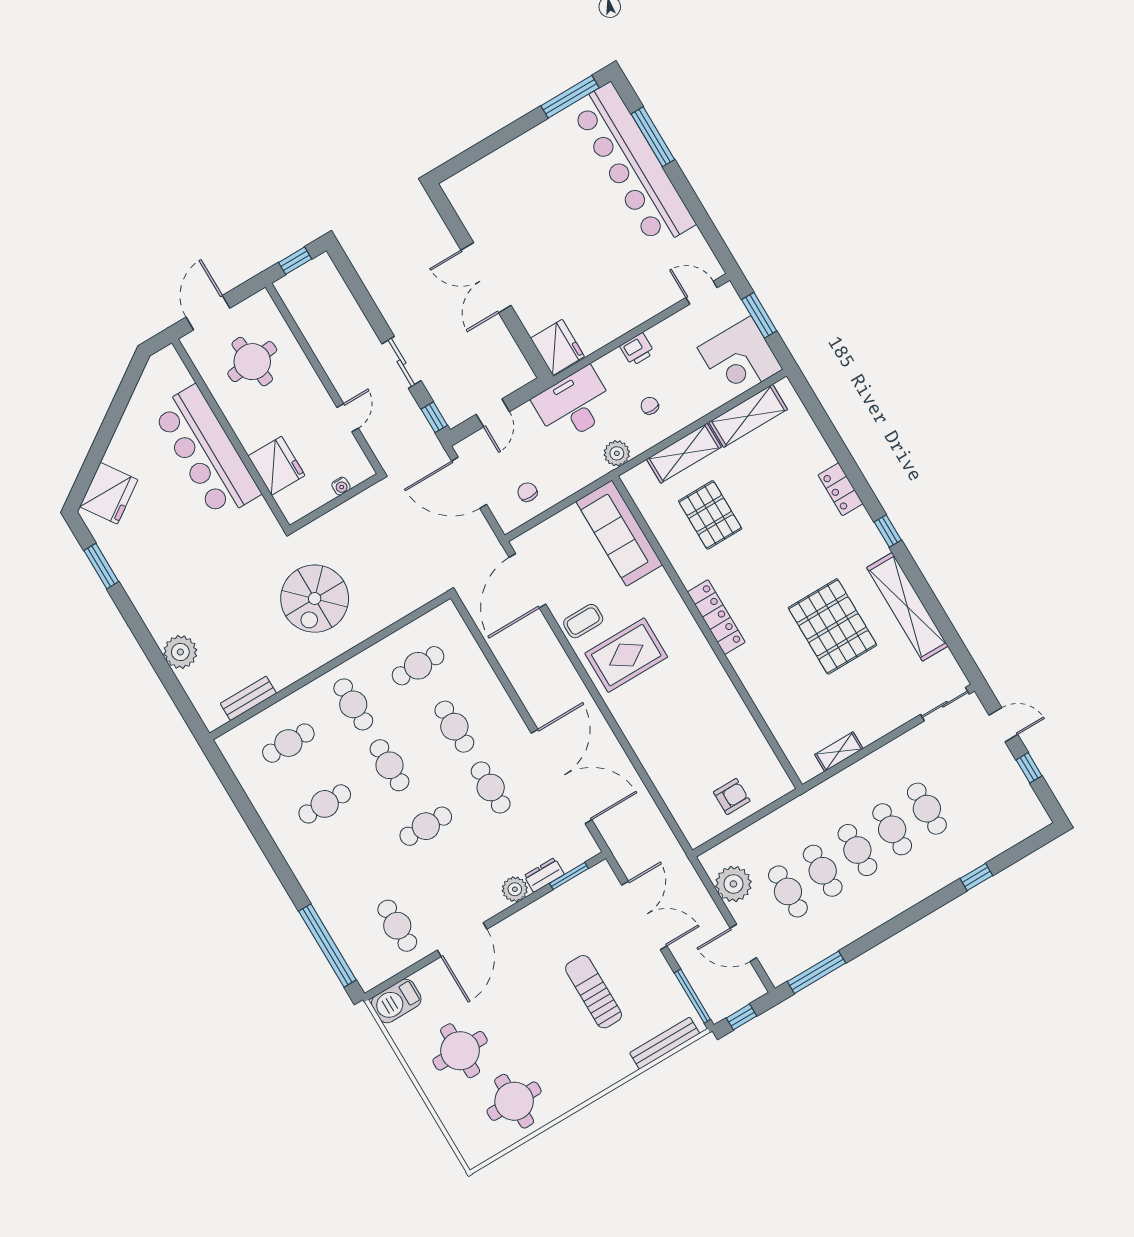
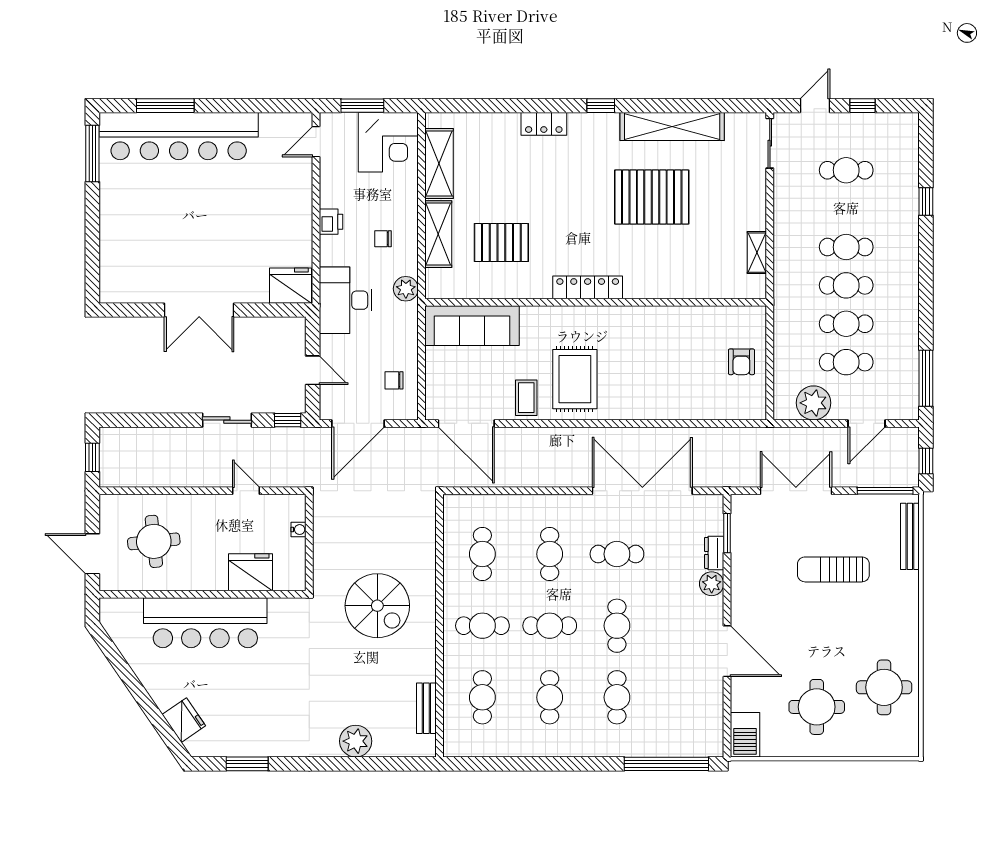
fridge: (109, 493) -> (184, 720), width x0.73, depth x0.75
cafe table: (454, 727) -> (550, 554), turned 90
armchair: (732, 797) -> (741, 362), turned 180
cafe table: (927, 809) -> (846, 170), moved
cafe table: (397, 926) -> (617, 697), moved, turned 90

